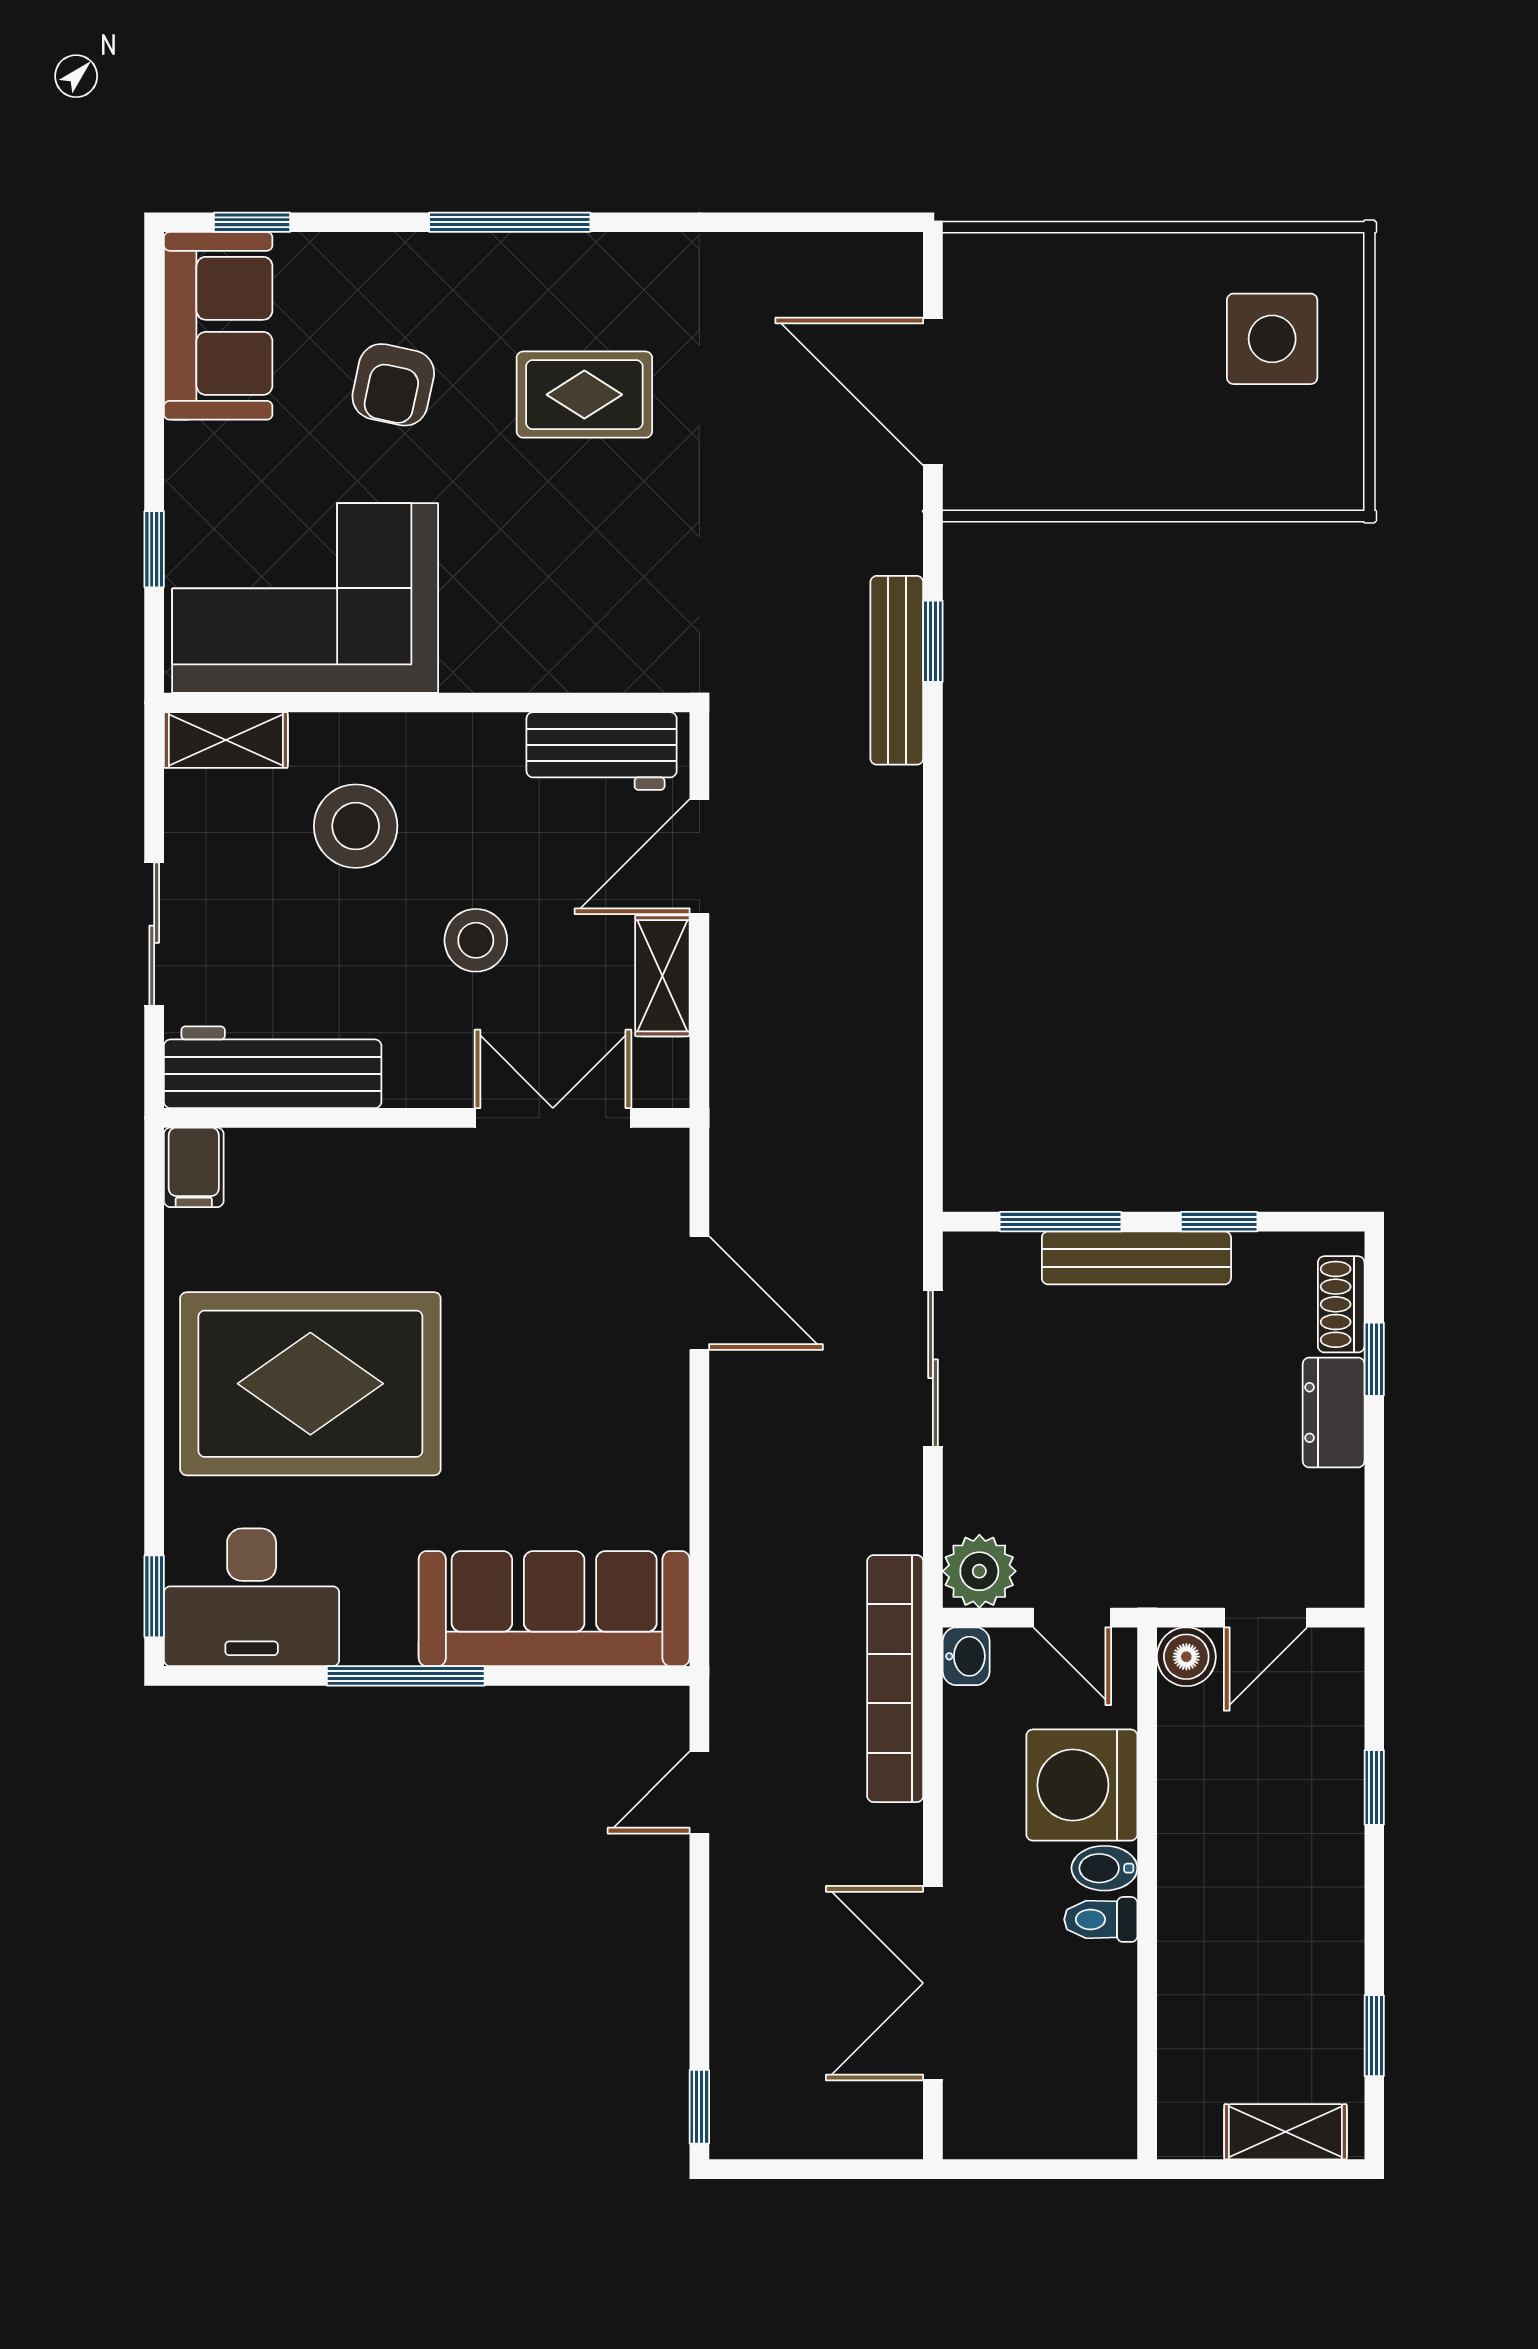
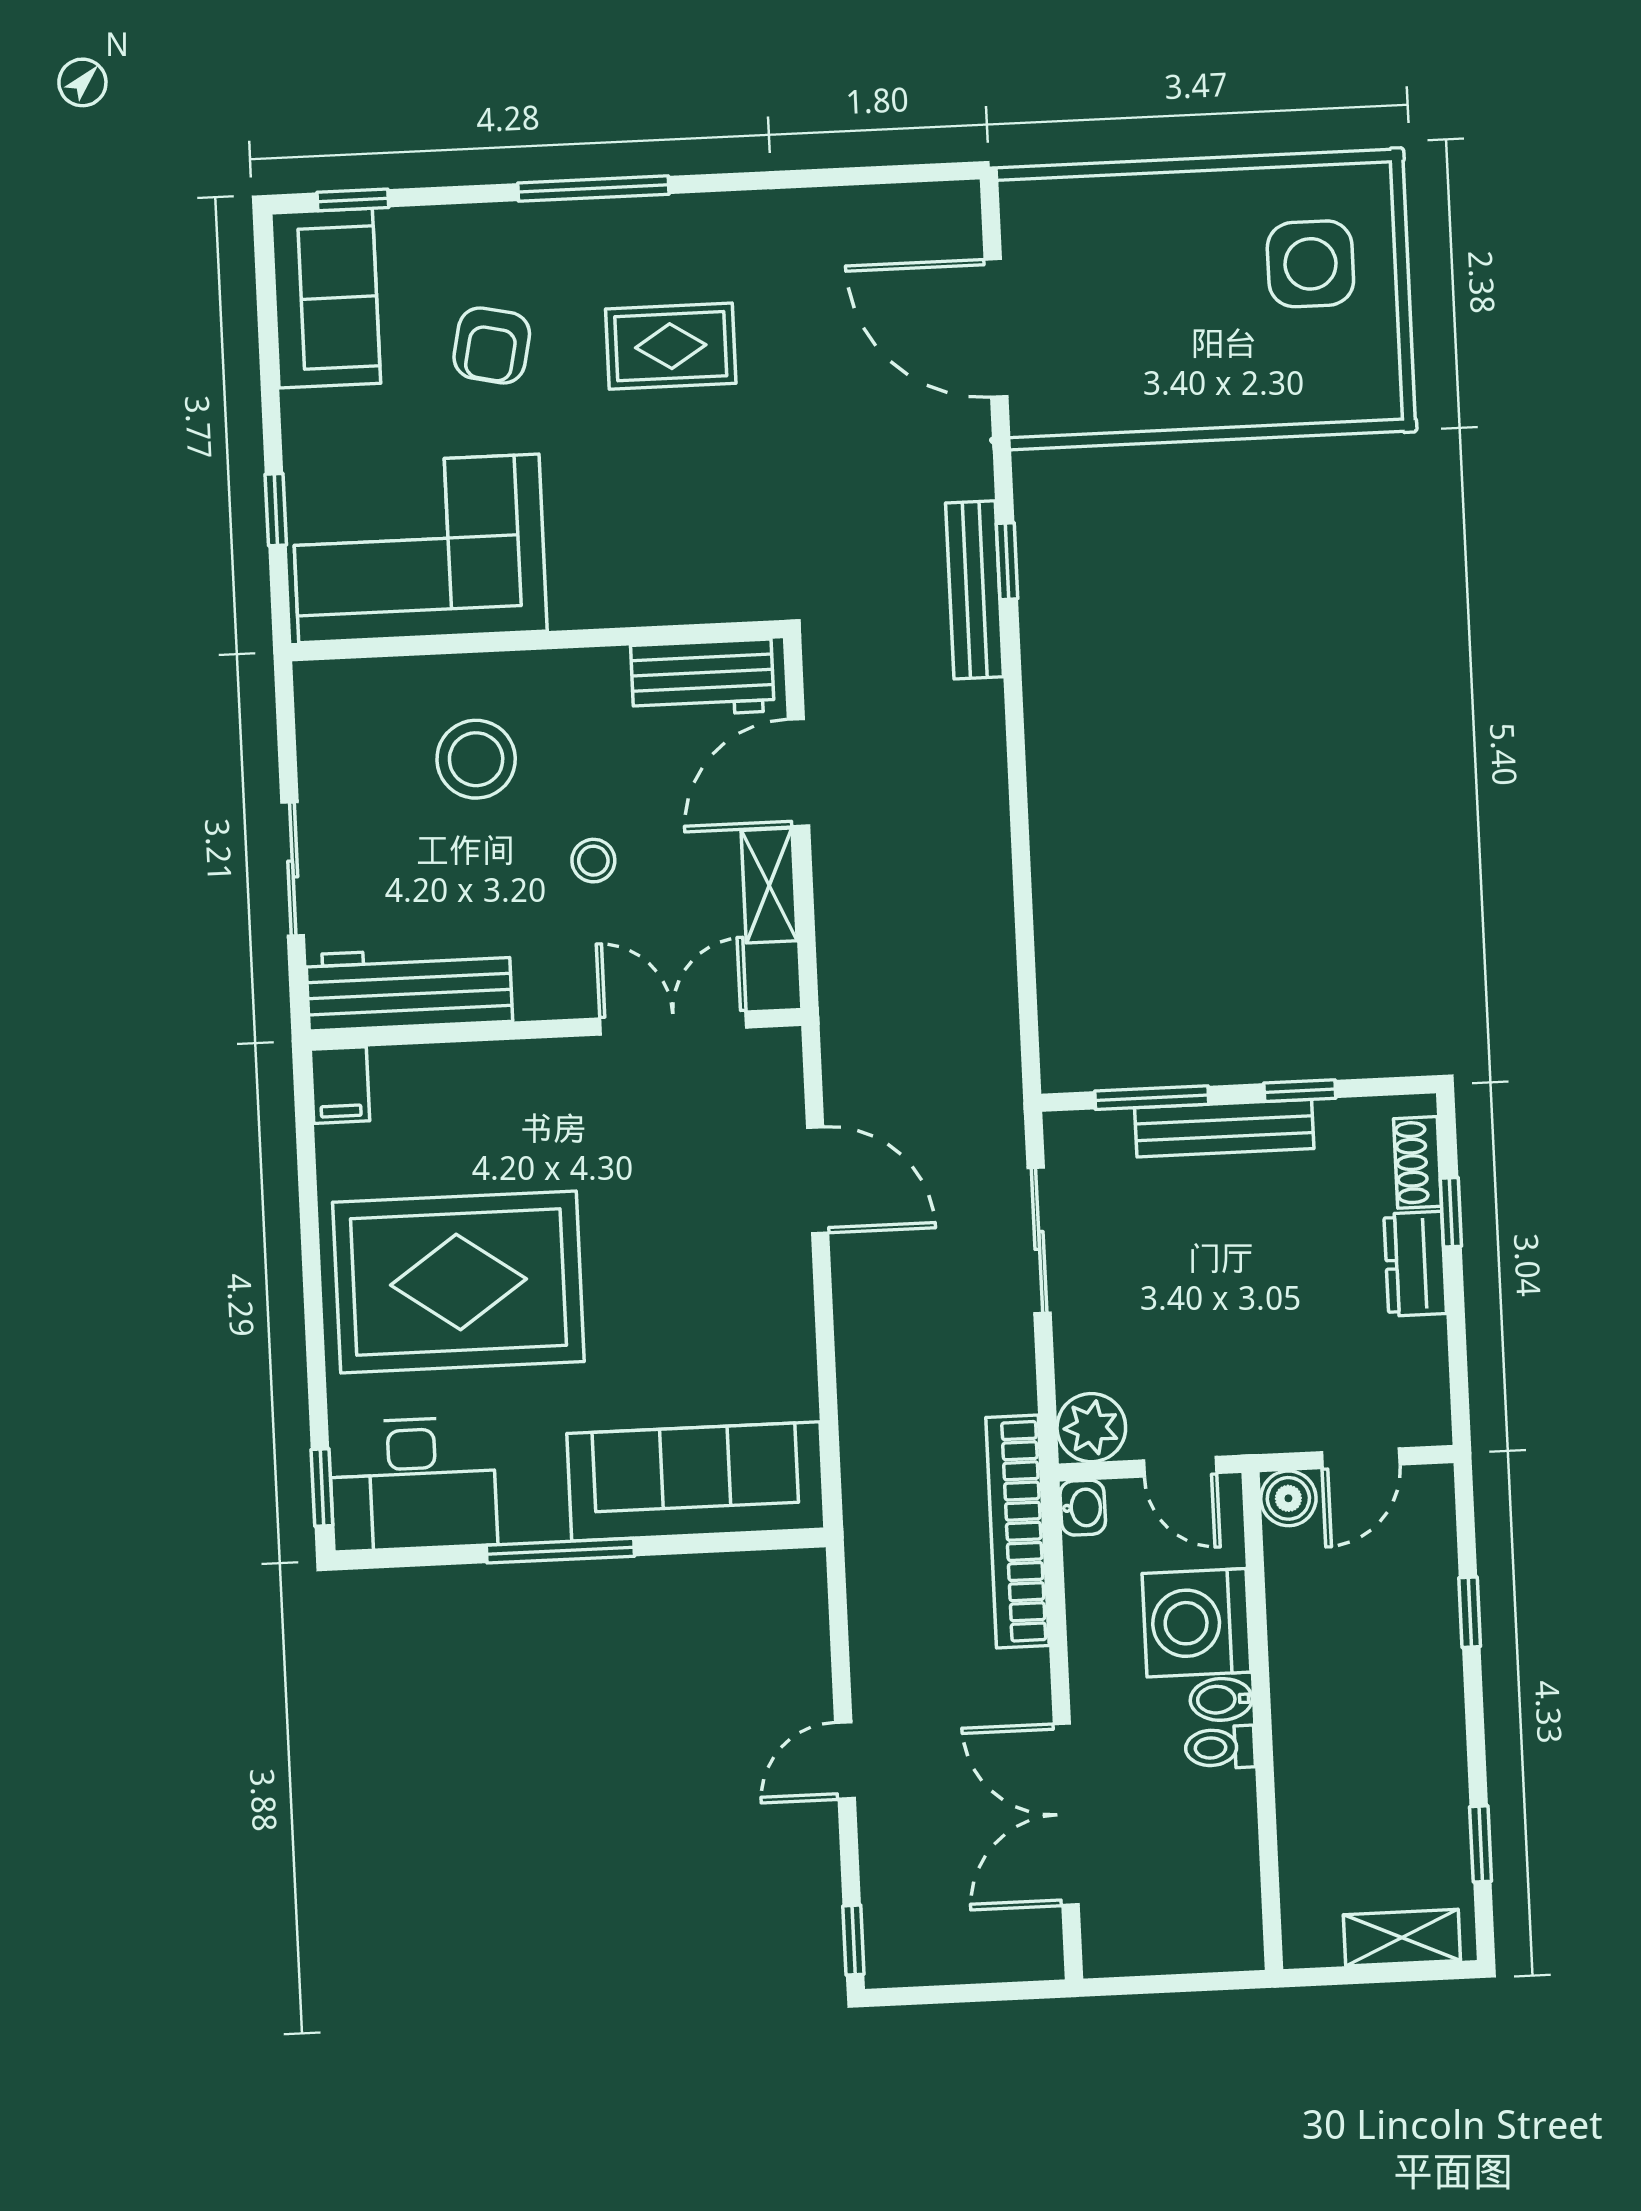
shelving: (226, 740) -> (351, 685), removed
stool: (476, 940) -> (593, 861), width x0.73, depth x0.73
door: (699, 1792) -> (845, 1761), moved

